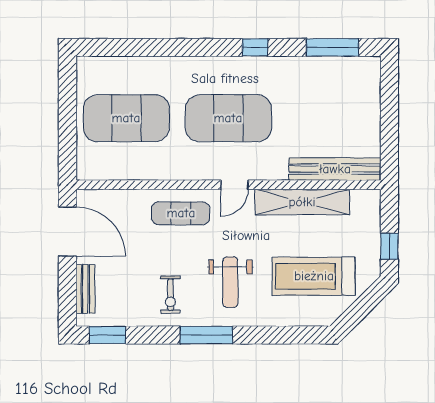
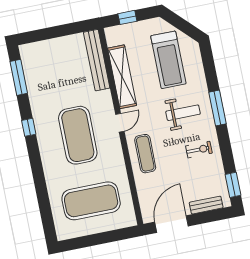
exercise mat: (126, 118) -> (91, 201), turned 90
door: (234, 185) -> (120, 123), hinge flipped
window: (389, 246) -> (127, 17), moved
window: (206, 335) -> (217, 108), moved

